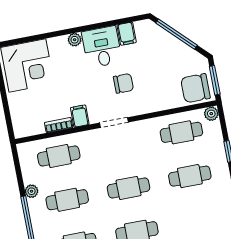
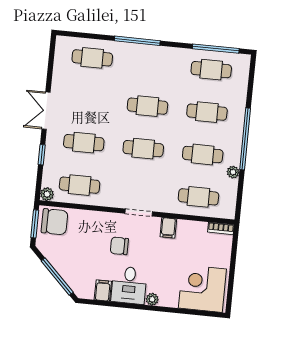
bookcase: (59, 125) -> (221, 228), moved

